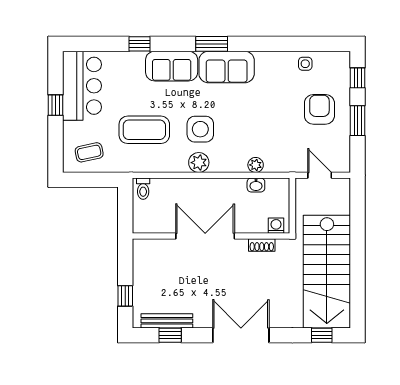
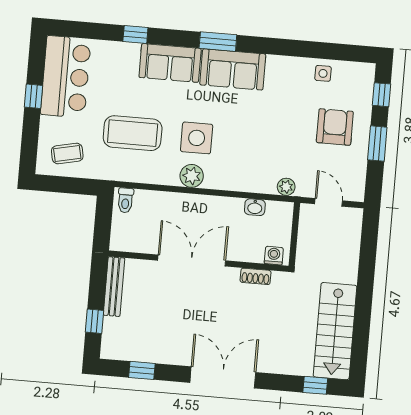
plant: (256, 165) -> (286, 187), moved
stairs: (327, 272) -> (335, 331), width x0.73, depth x0.66
bench: (167, 321) -> (114, 287), moved, turned 90

